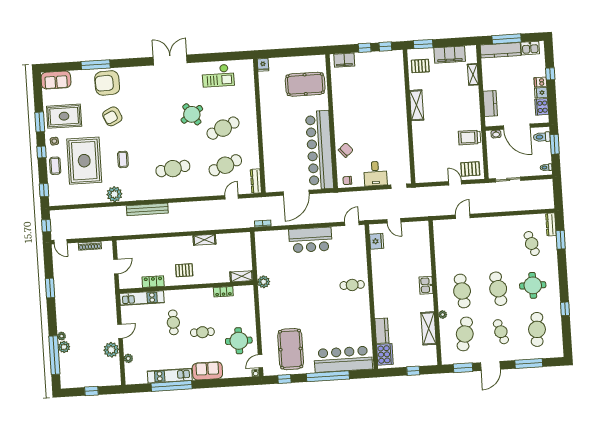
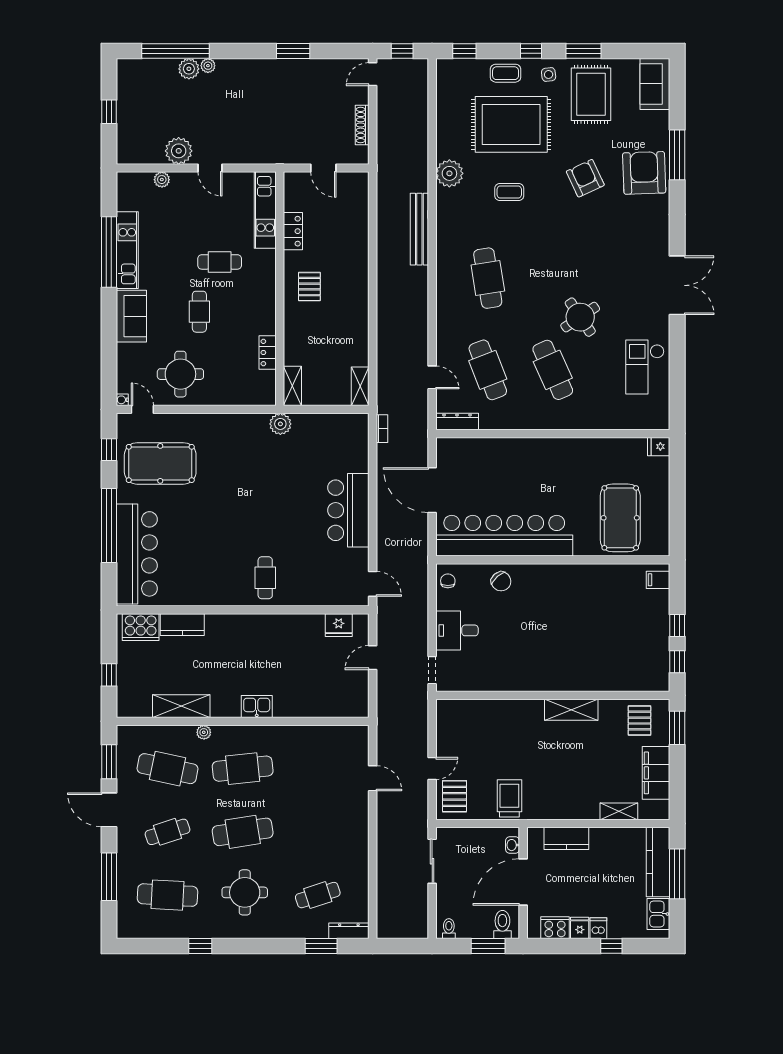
filing cabinet: (344, 60) -> (658, 580), width x0.50
shelving: (204, 240) -> (360, 386), moved

